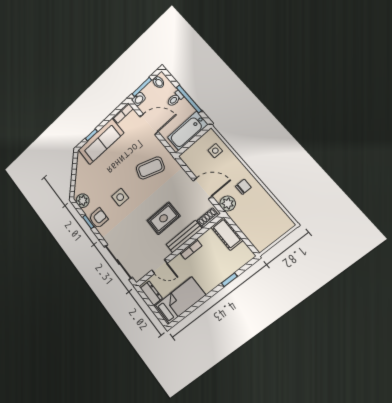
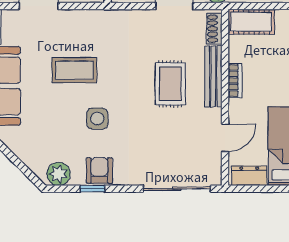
coffee table: (150, 168) -> (74, 70), moved, turned 71

